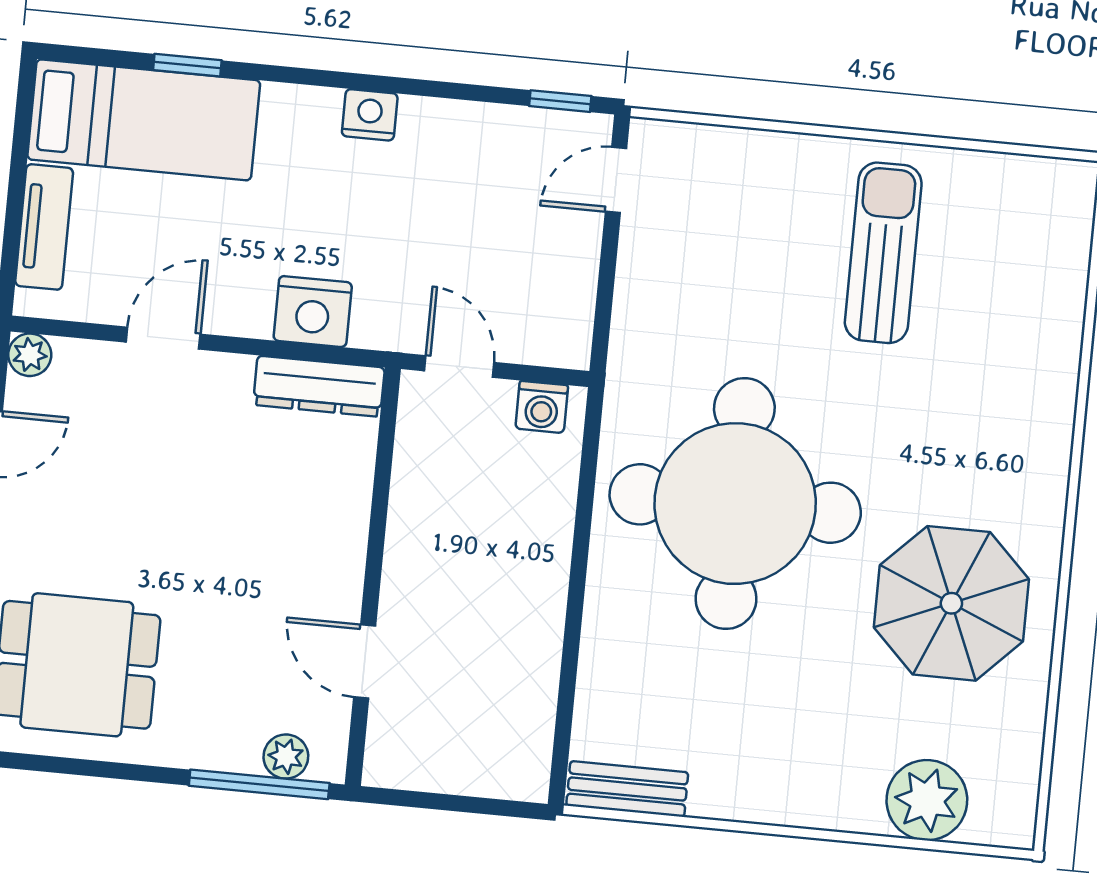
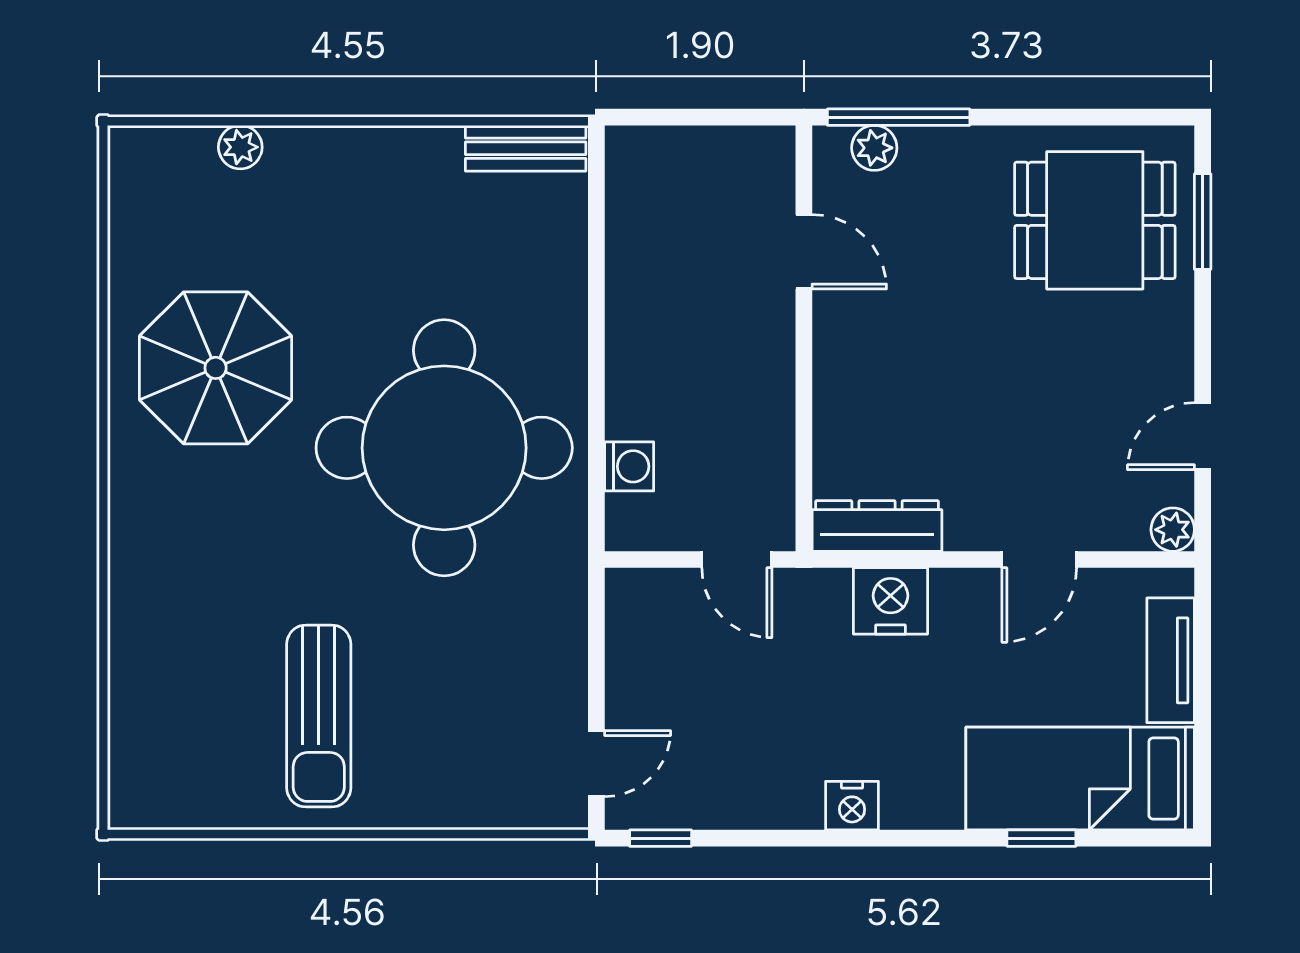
washing machine: (542, 407) -> (629, 466), moved, turned 90
plant: (927, 800) -> (240, 147), width x0.53, depth x0.53

